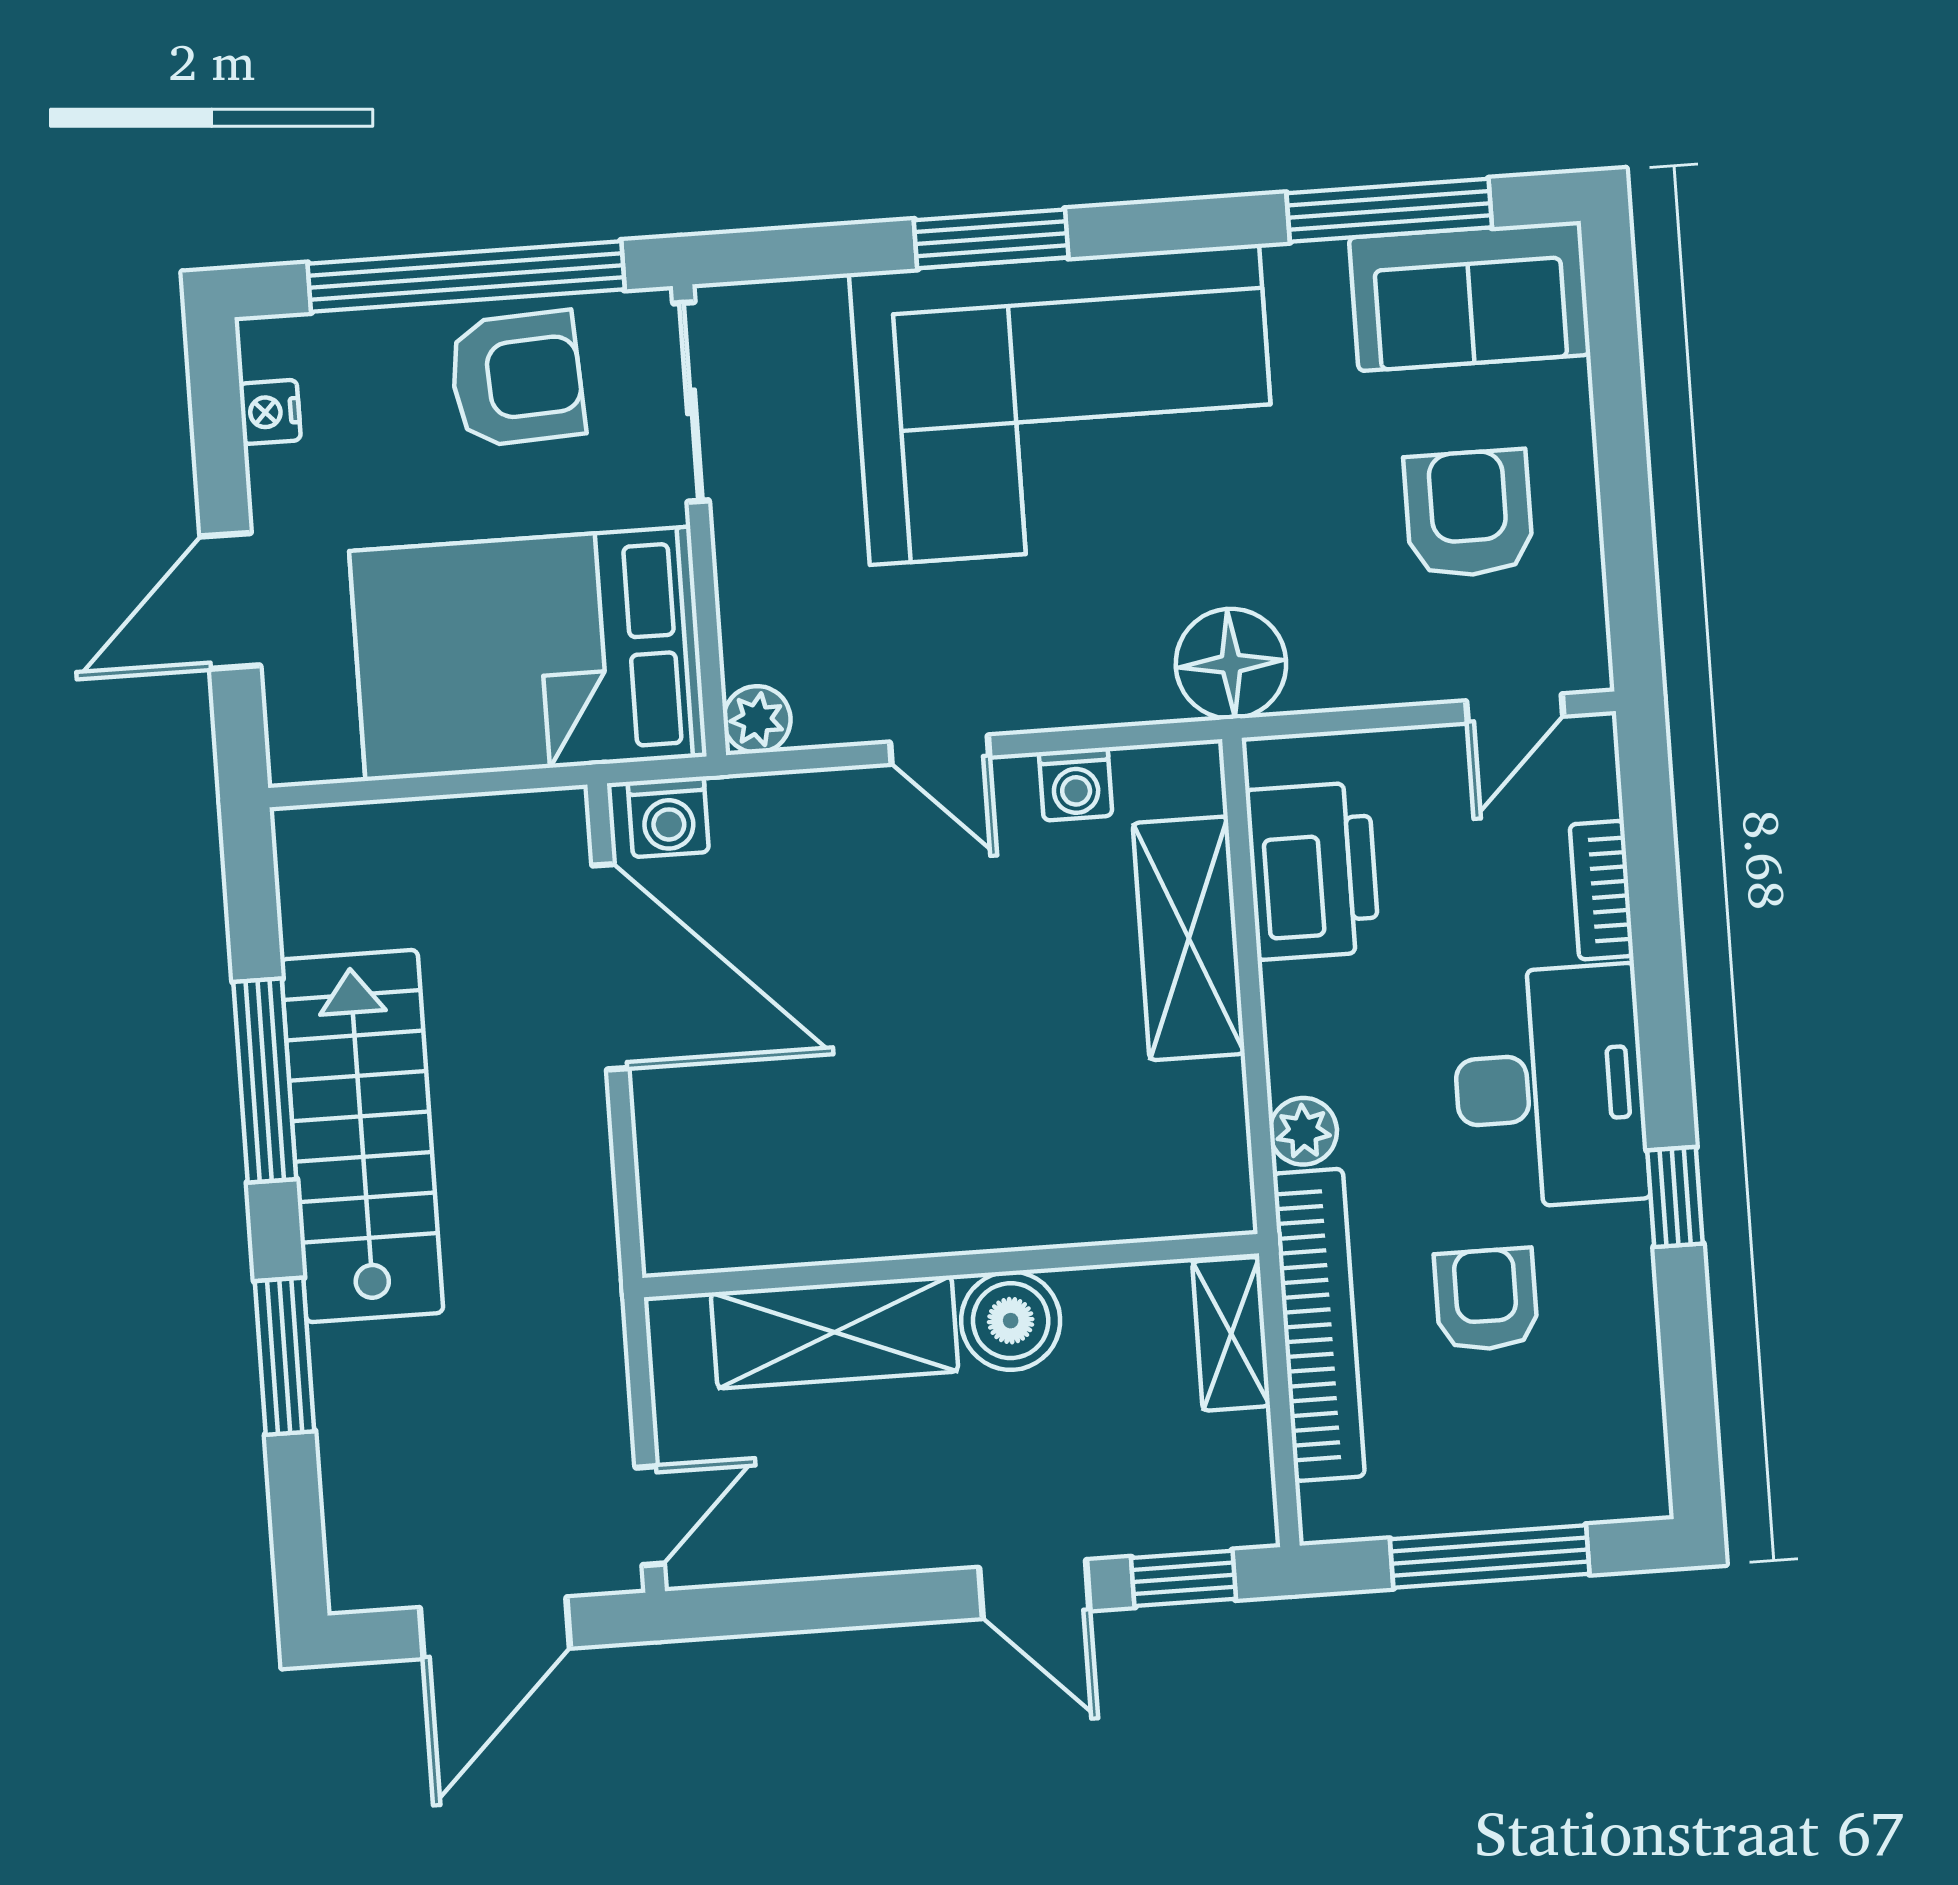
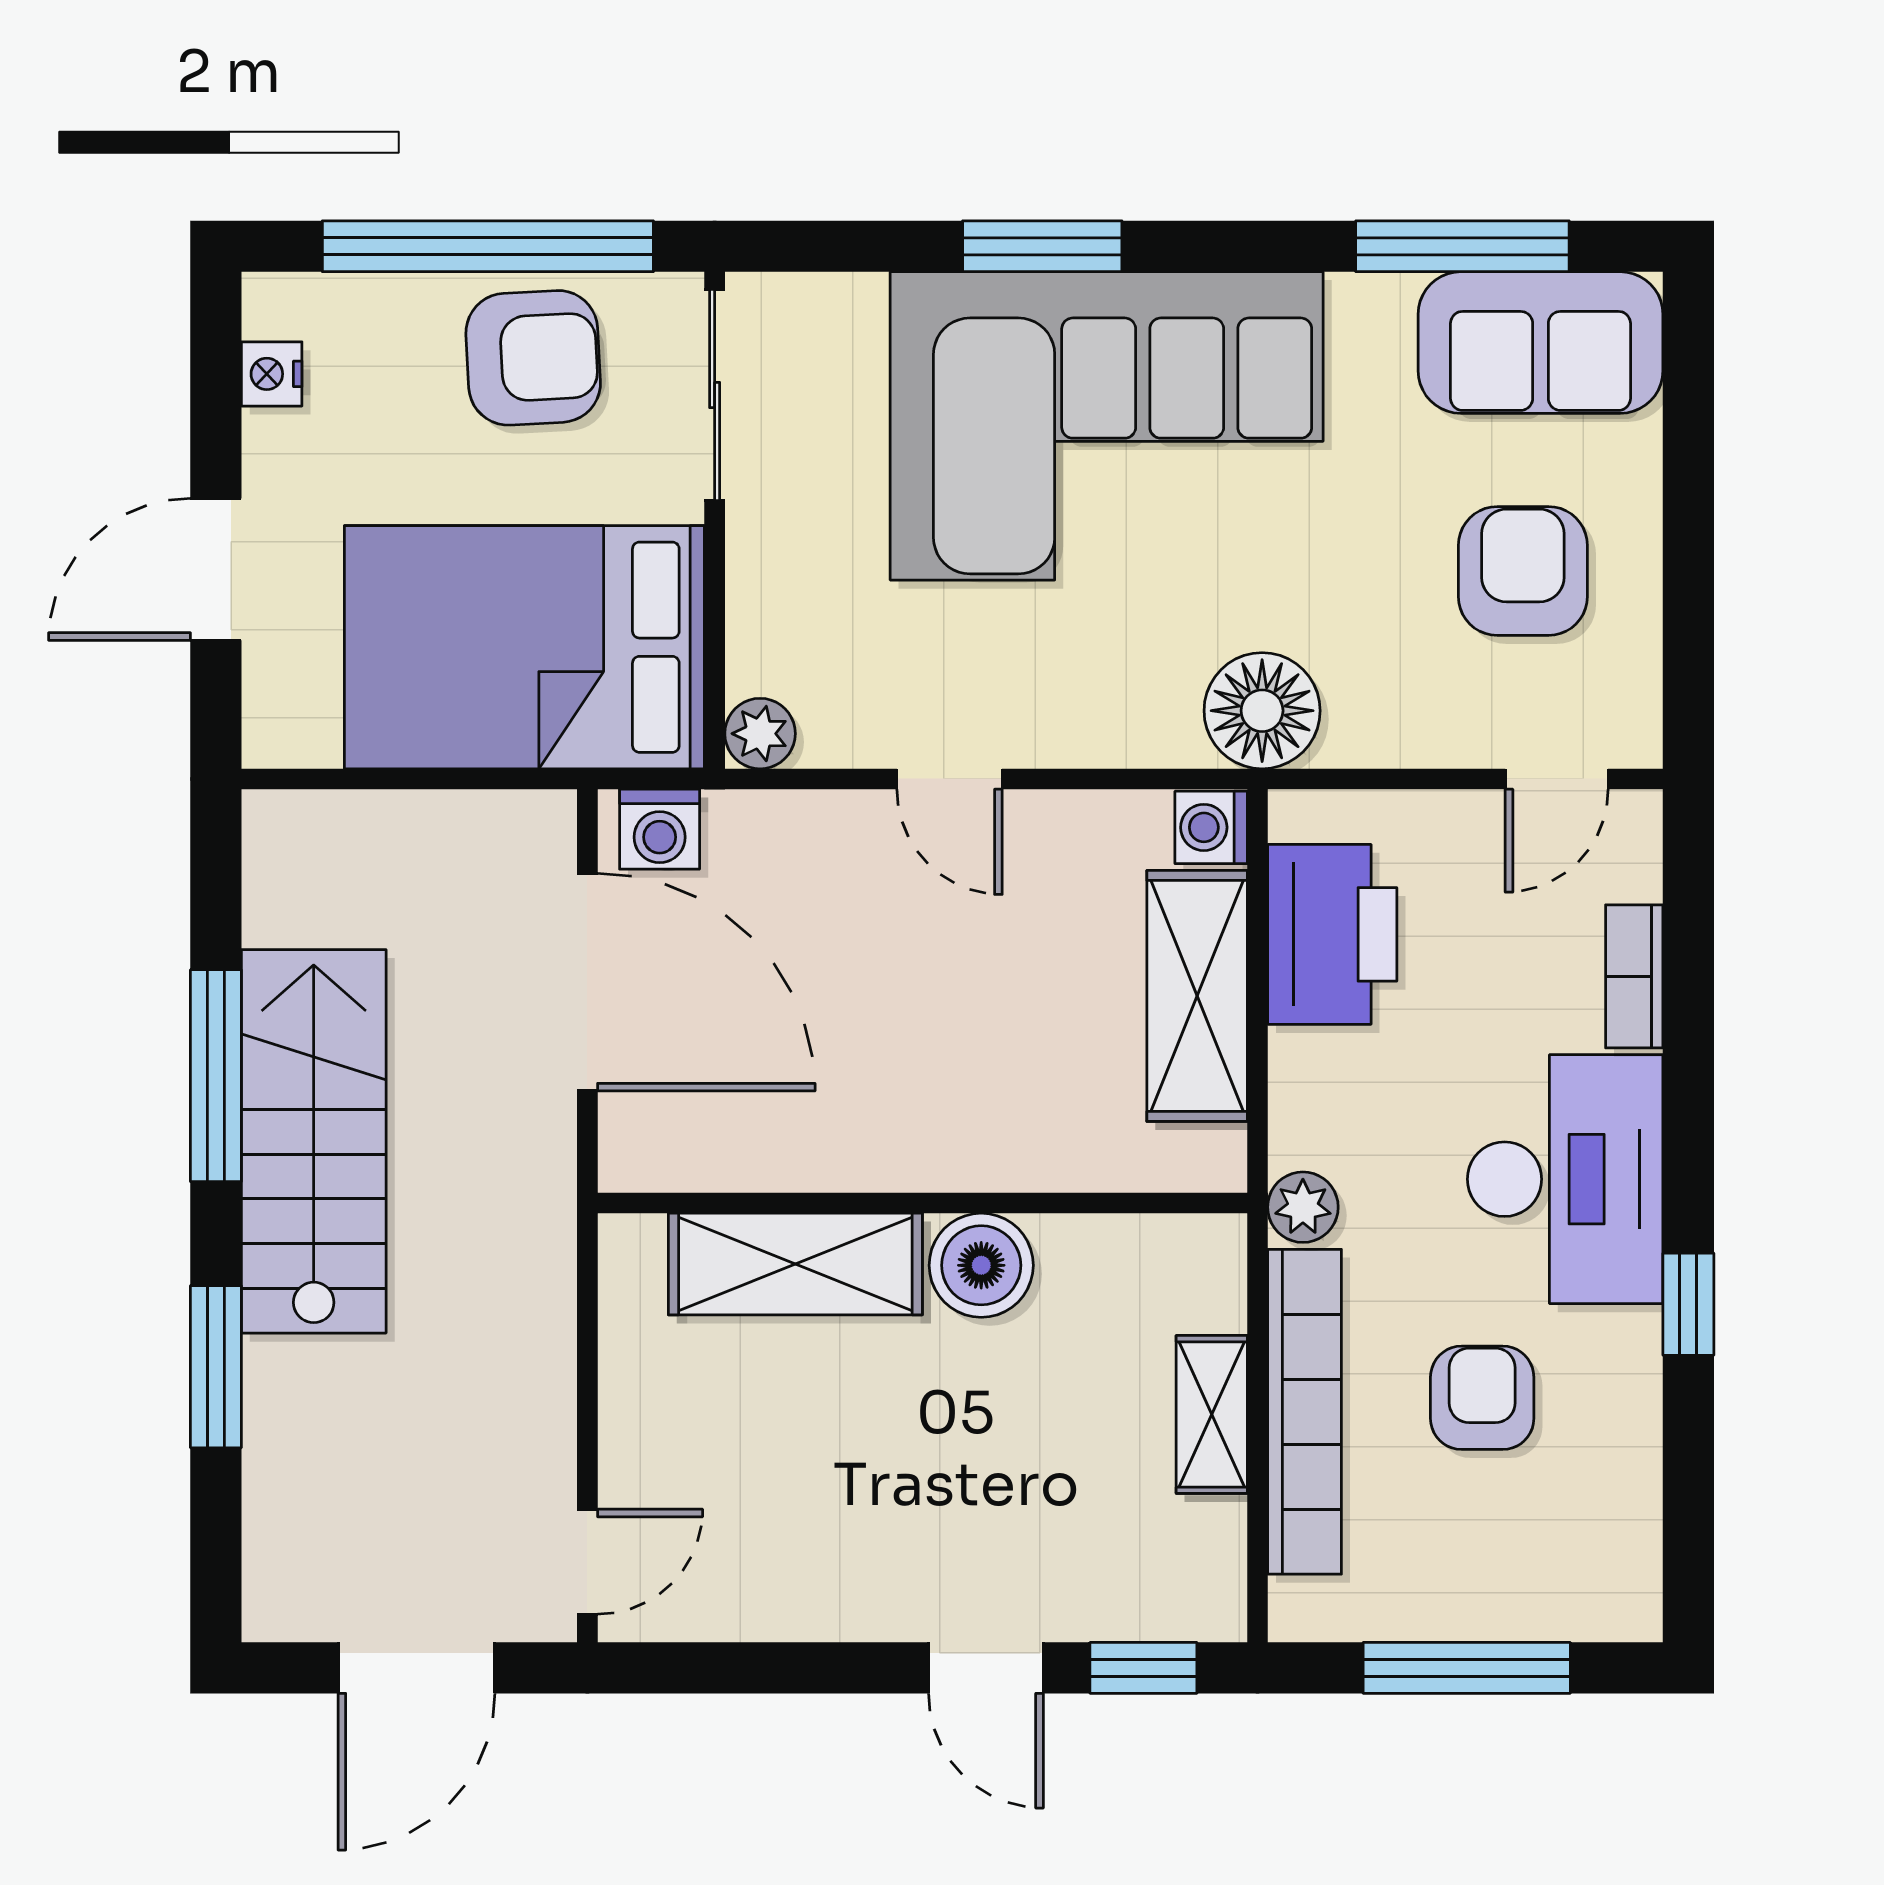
washing machine: (1076, 784) -> (1211, 827), moved, turned 90
wall: (951, 1266) -> (922, 1203), moved
boiler: (1011, 1321) -> (981, 1265), moved
shelving: (835, 1332) -> (795, 1264), moved

